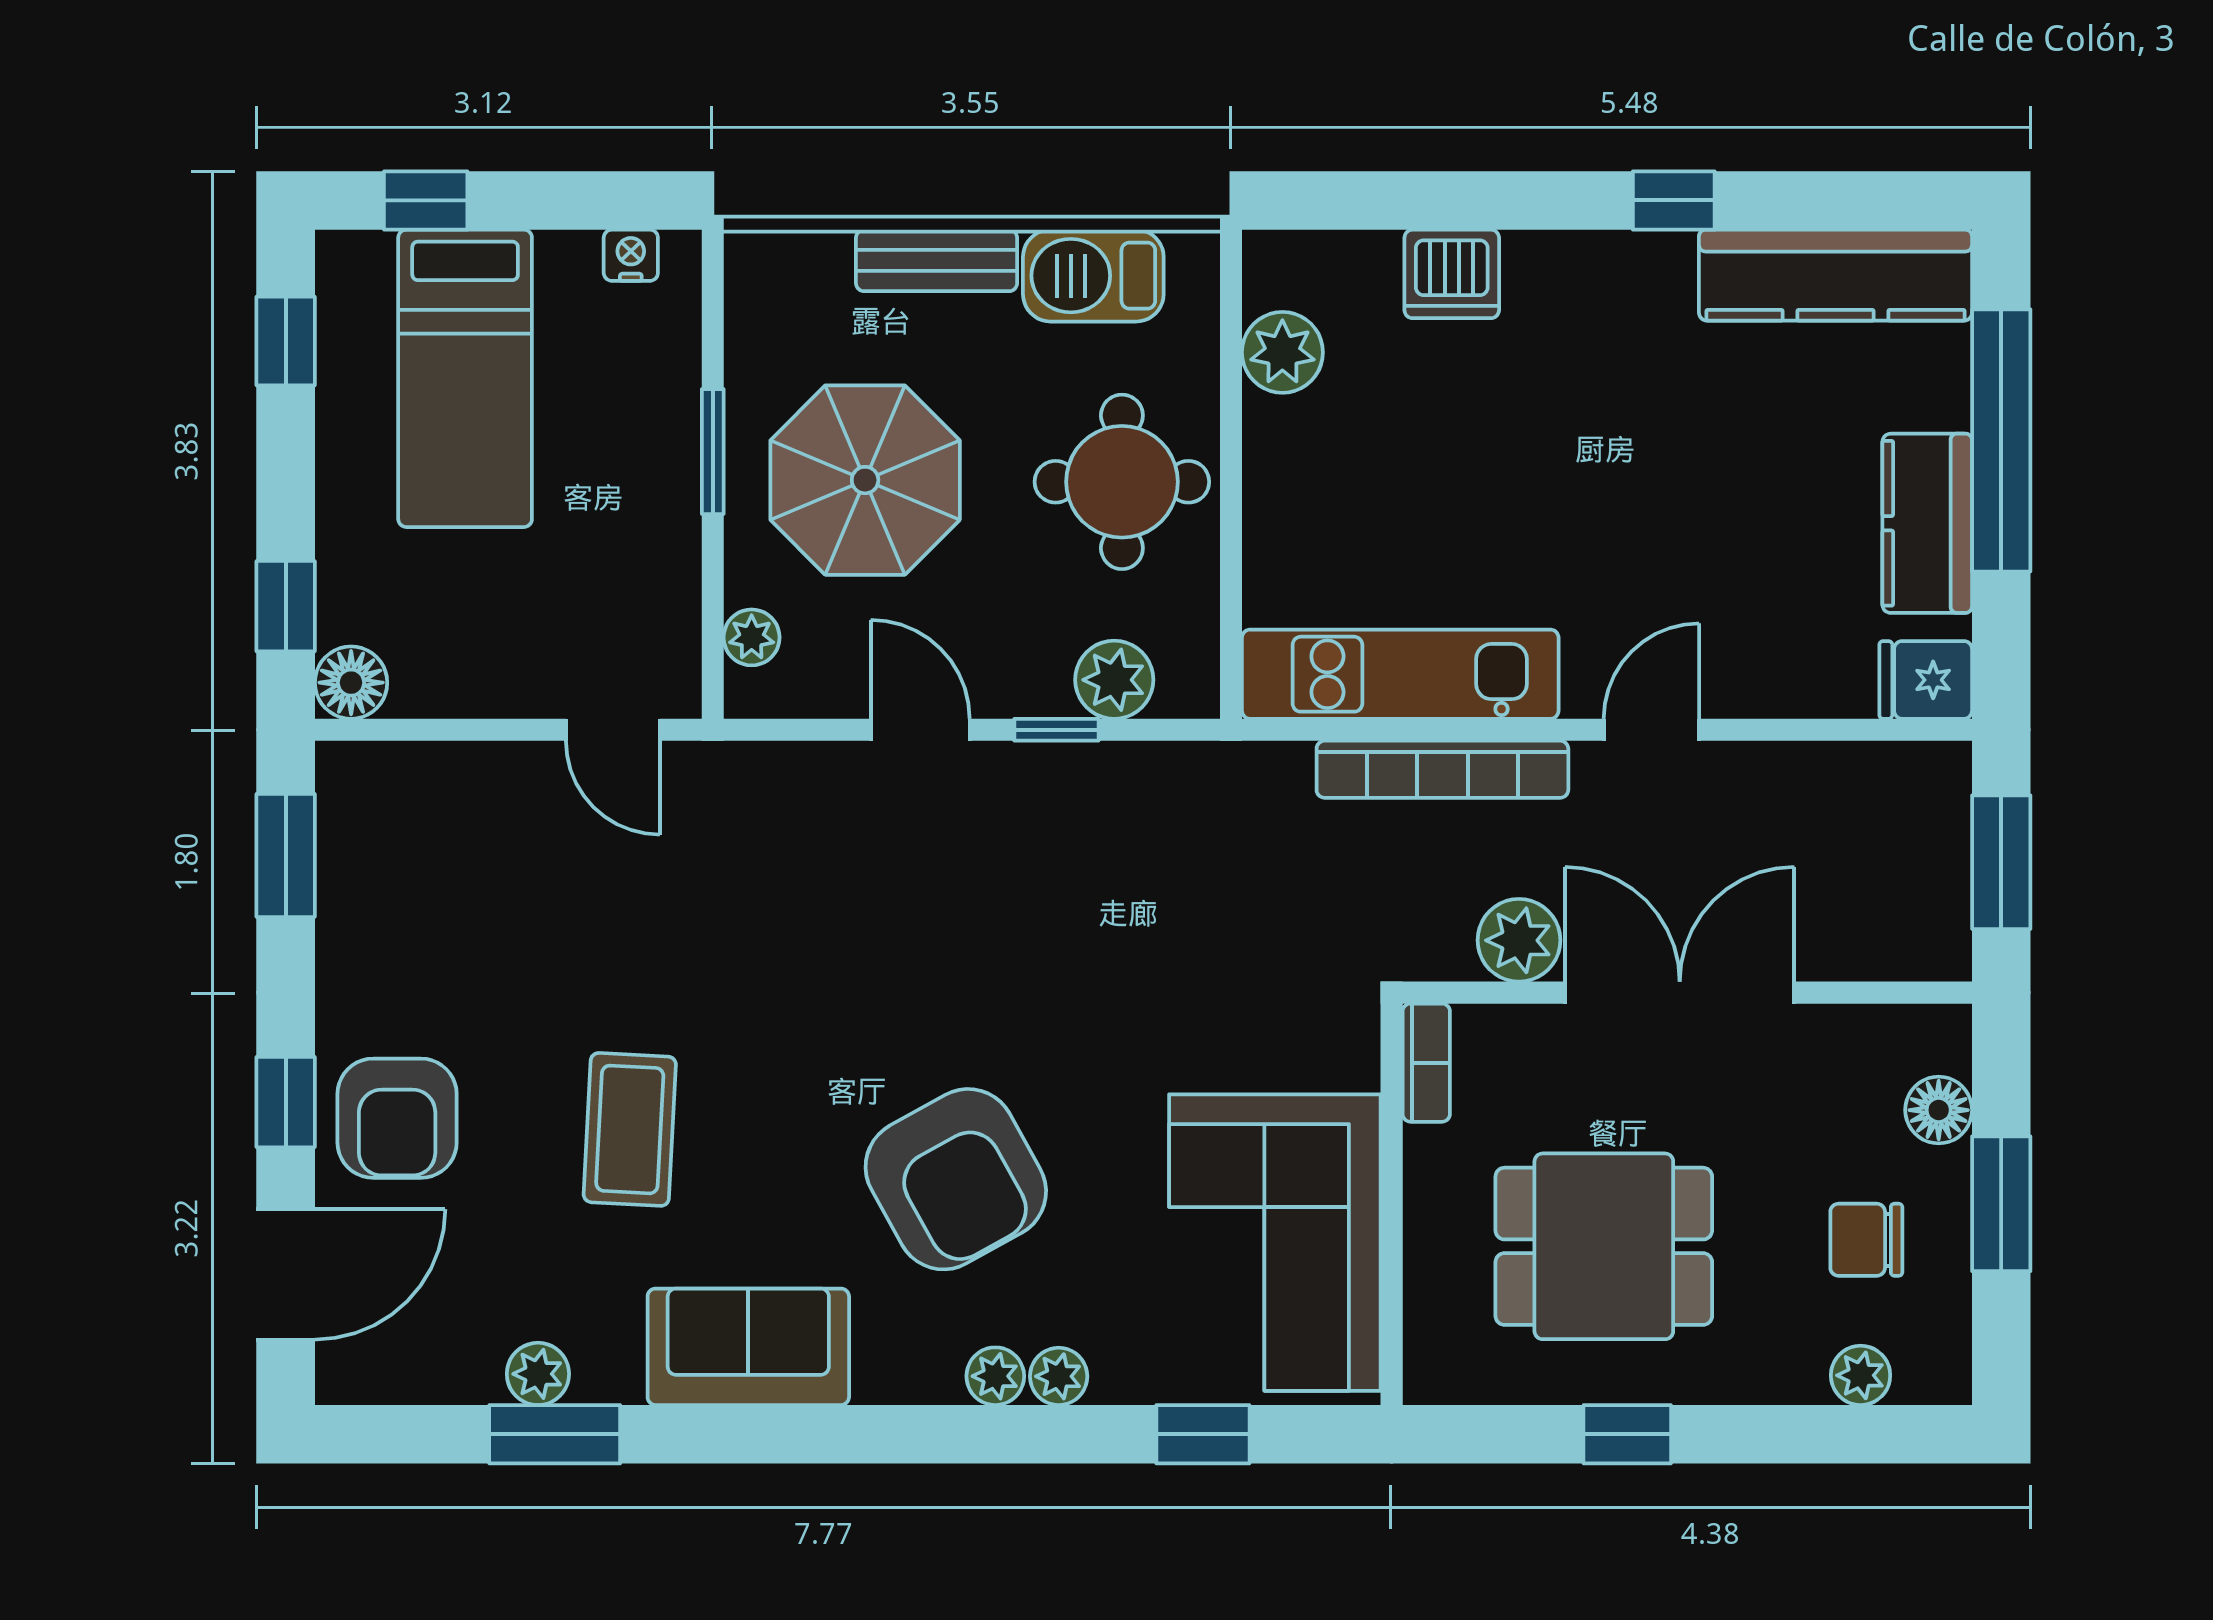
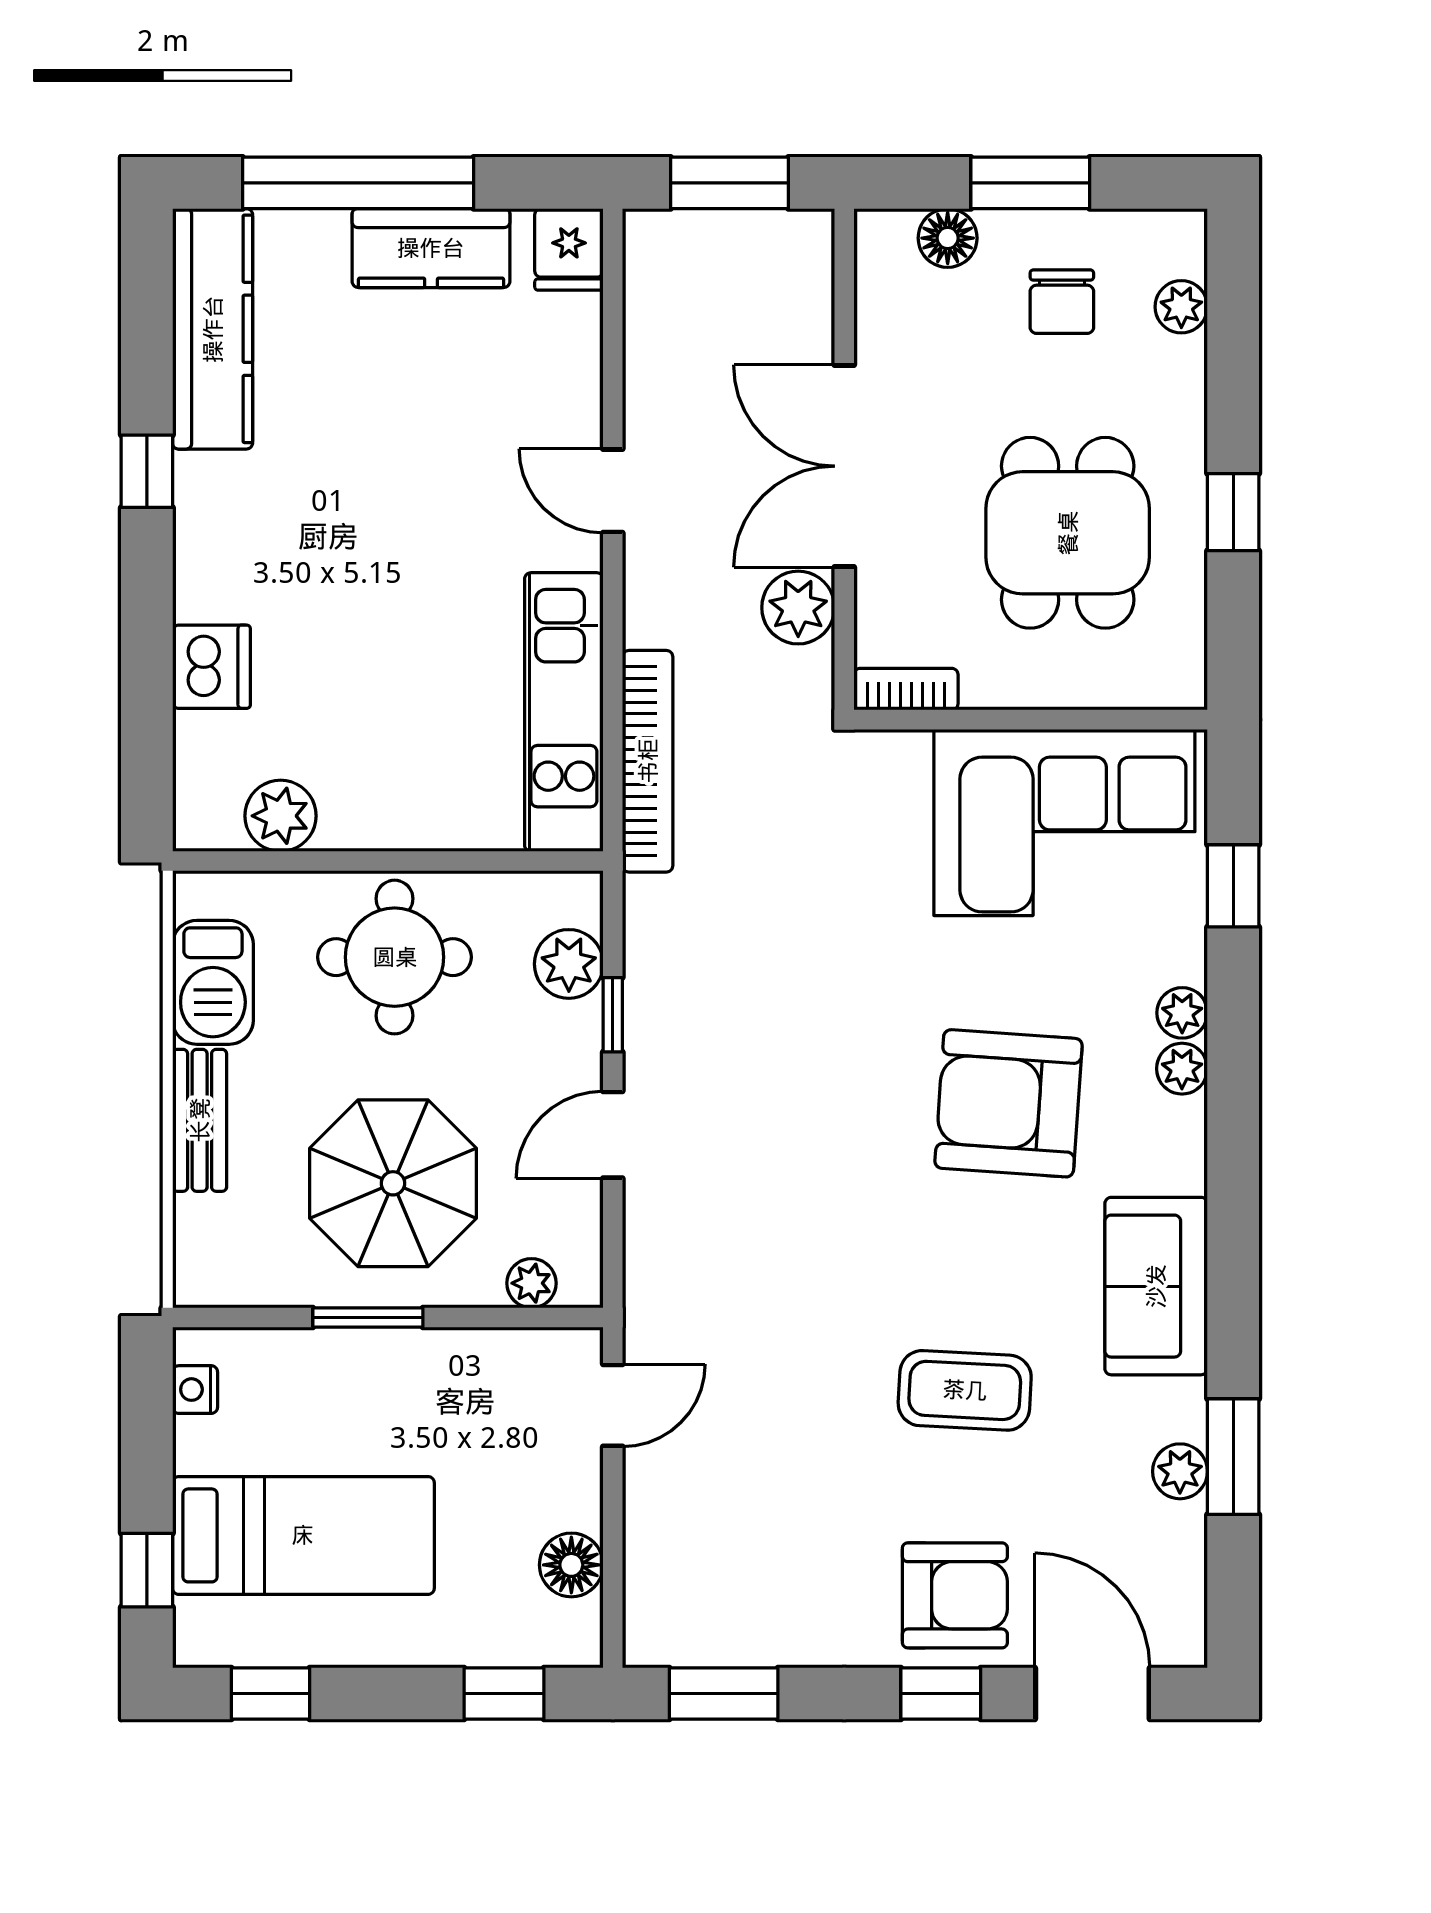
floor lamp: (351, 683) -> (571, 1565), moved
bookcase: (1442, 769) -> (648, 761), moved
armchair: (956, 1179) -> (1009, 1103), turned -147

